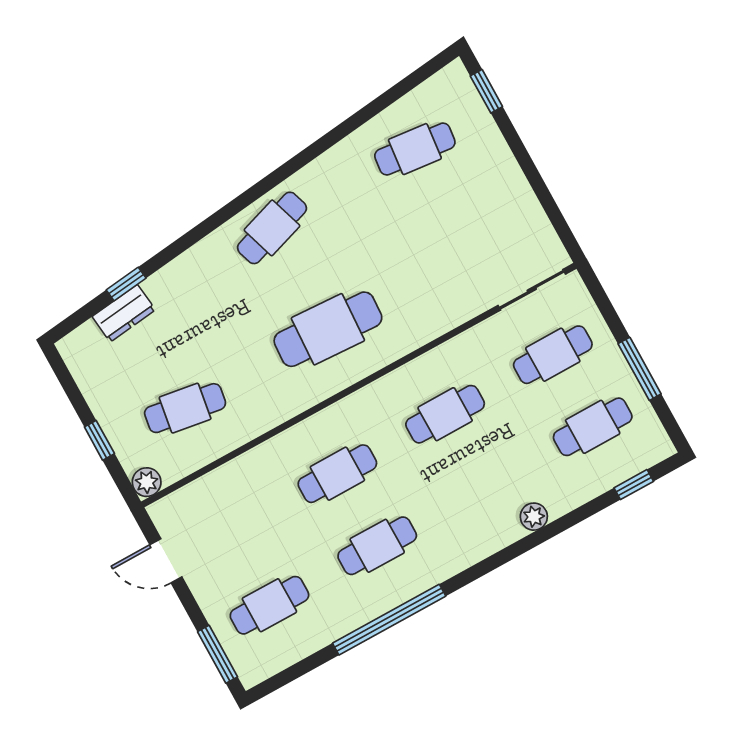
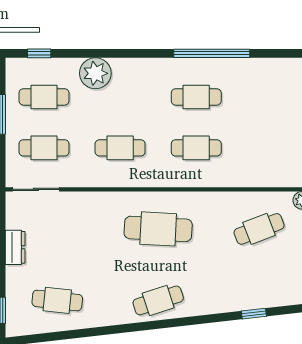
dresser: (124, 313) -> (15, 247), moved, turned 96
cafe table: (185, 408) -> (259, 229), turned -30
plant: (534, 517) -> (95, 73), width x1.88, depth x1.88
cafe table: (269, 605) -> (272, 97), removed

